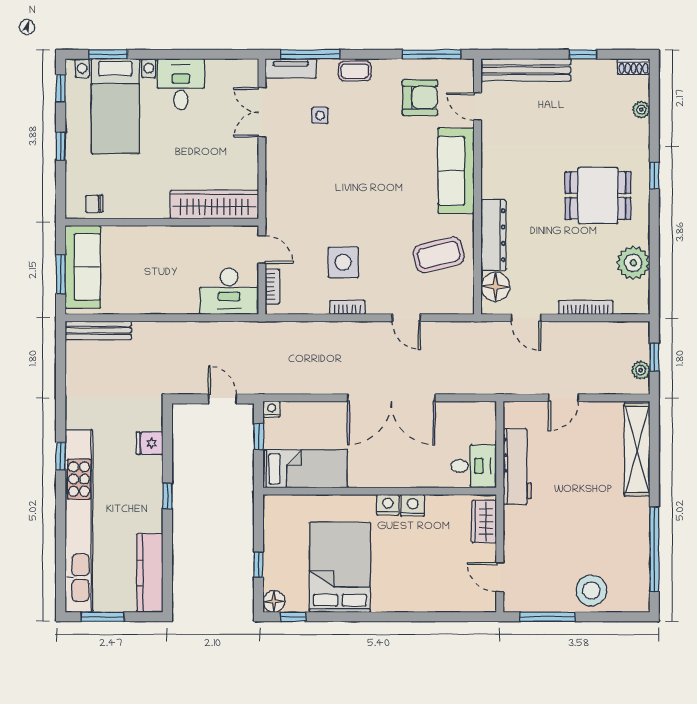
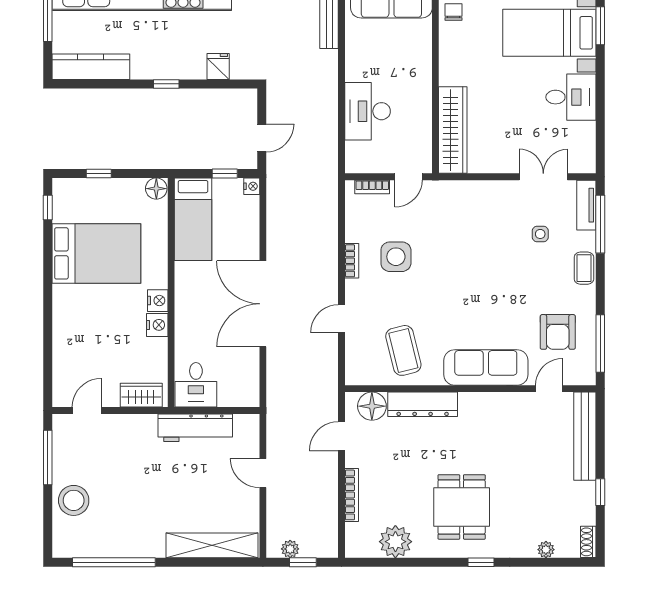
desk: (229, 291) -> (367, 111), moved
floor lamp: (274, 601) -> (156, 189), moved

